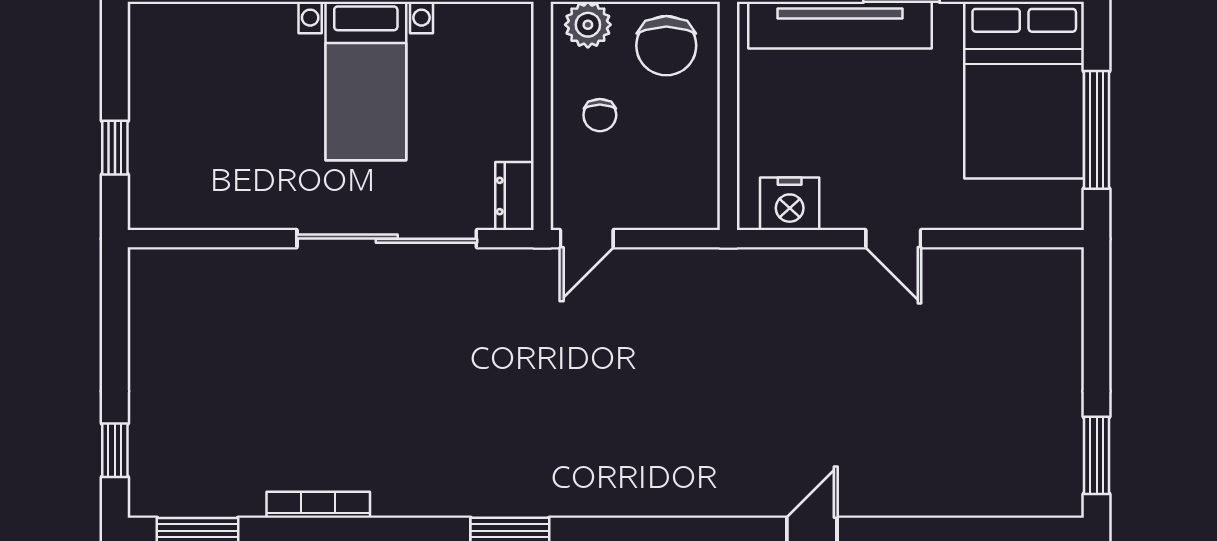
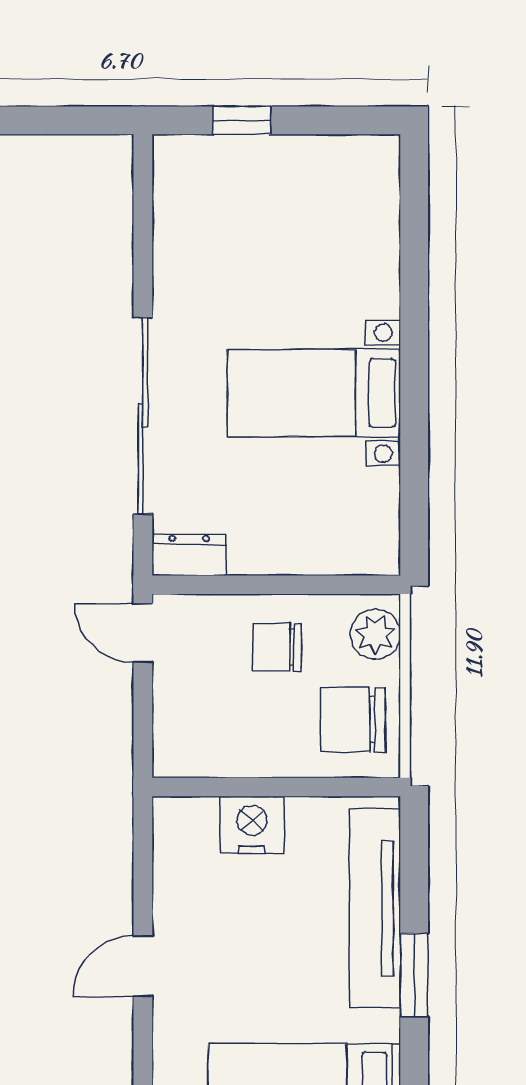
chair: (600, 115) -> (277, 647), width x1.37, depth x1.37
nightstand: (790, 204) -> (252, 825), moved, turned 90

